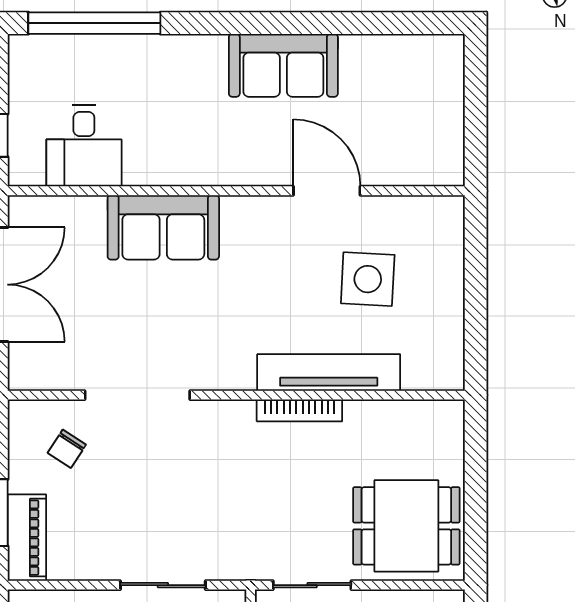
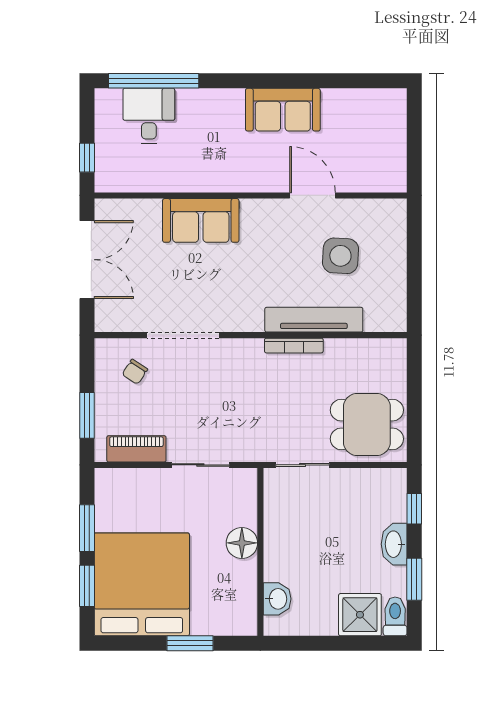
desk: (84, 146) -> (149, 116), moved, turned 180
piano: (27, 538) -> (136, 449), moved, turned -90

